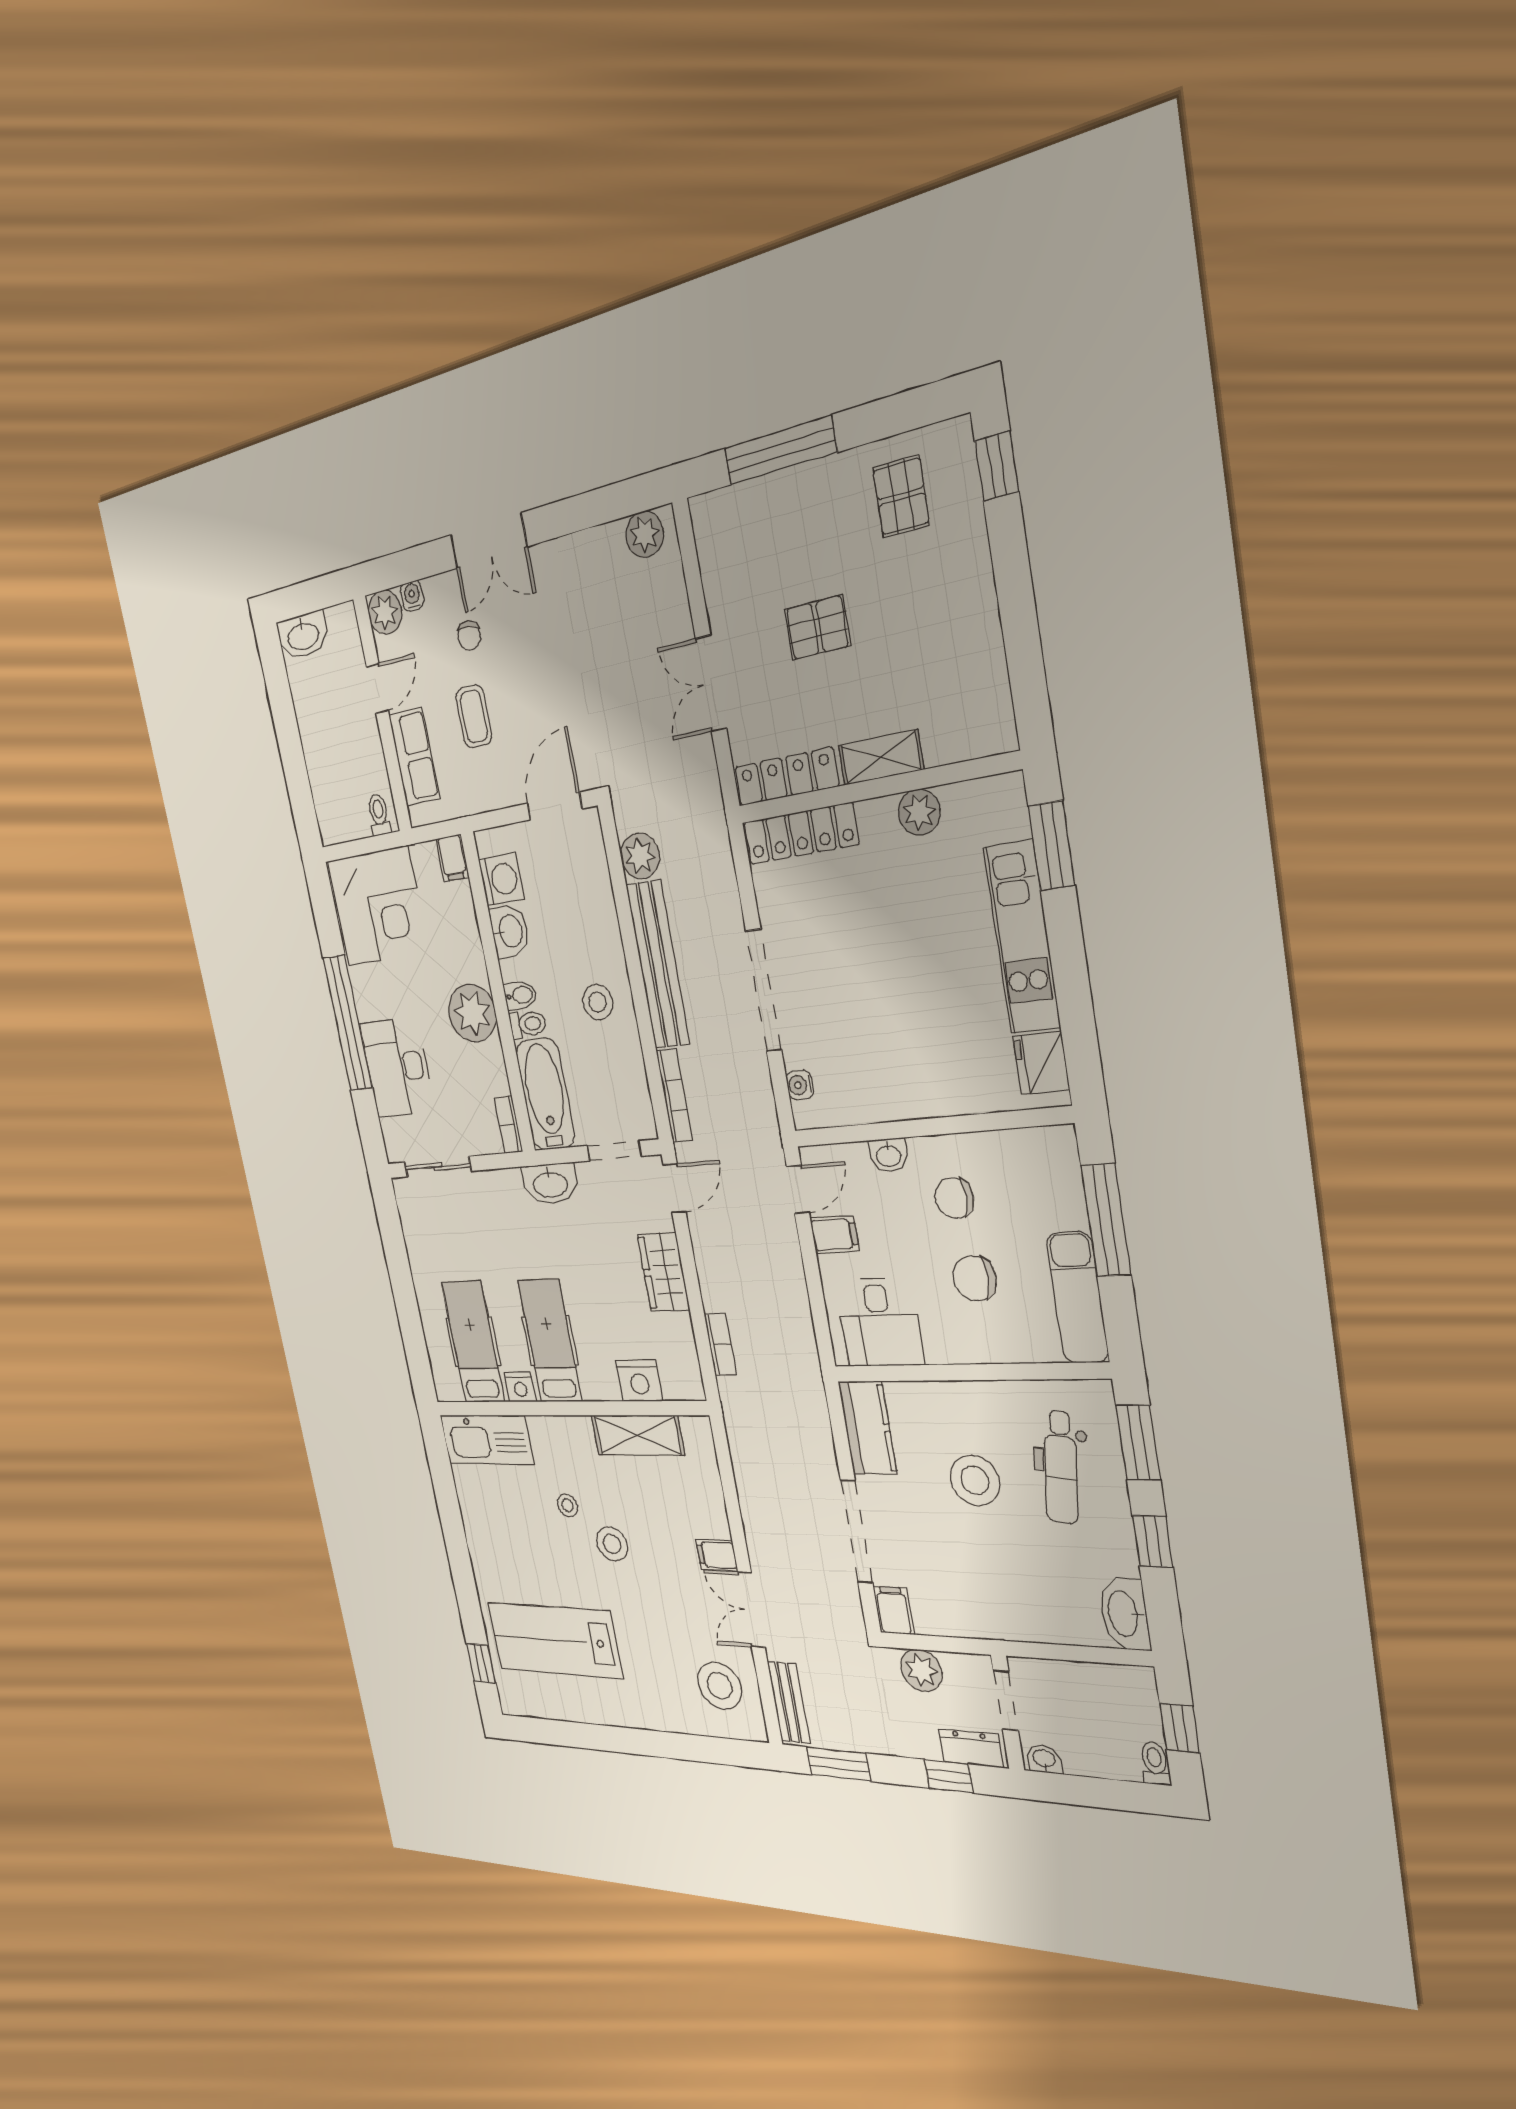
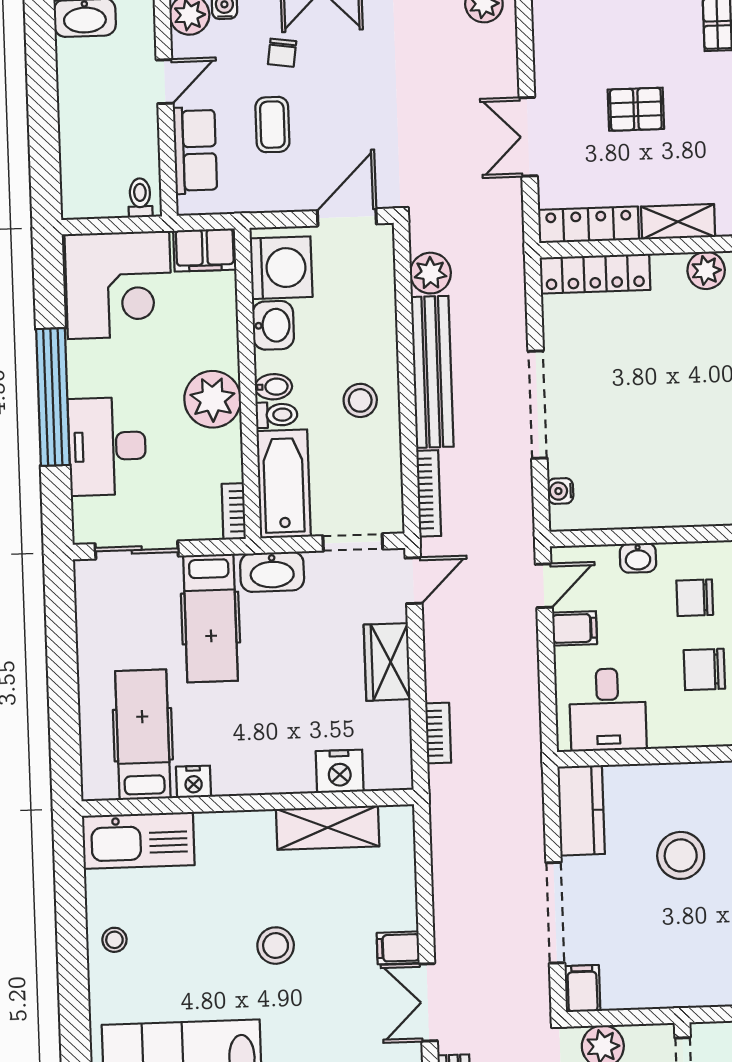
filing cabinet: (452, 858) -> (205, 250), width x2.00
washing machine: (501, 879) -> (281, 268), width x1.37, depth x1.37
hospital bed: (550, 1341) -> (210, 618), moved, turned 180
stool: (568, 1505) -> (114, 940), moved

